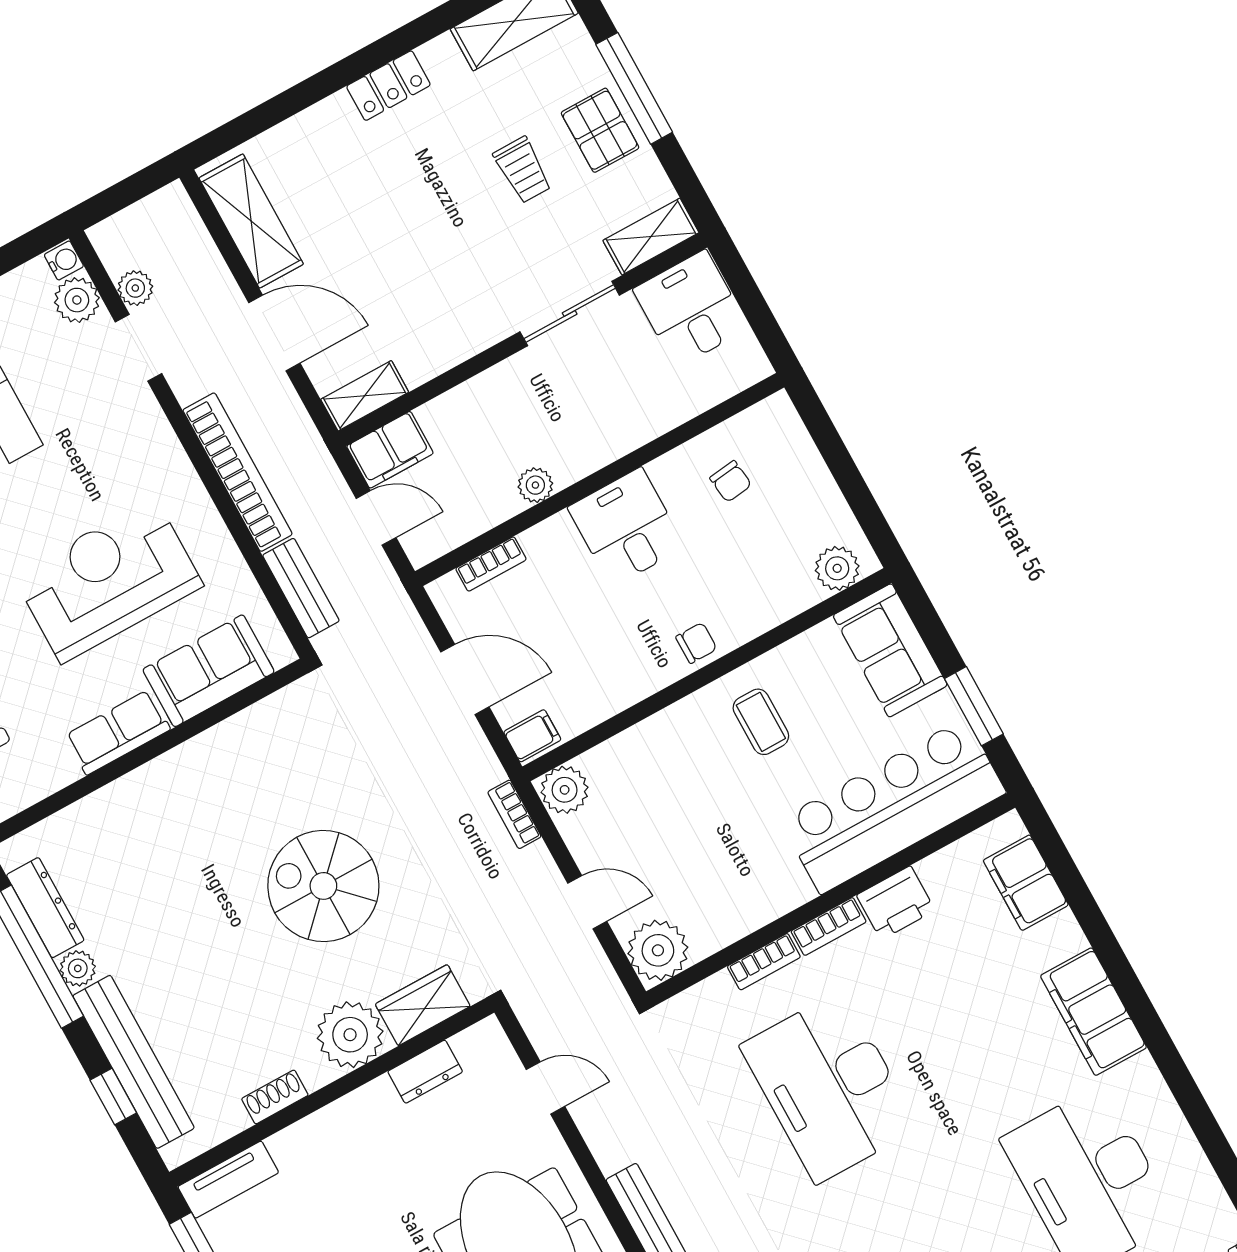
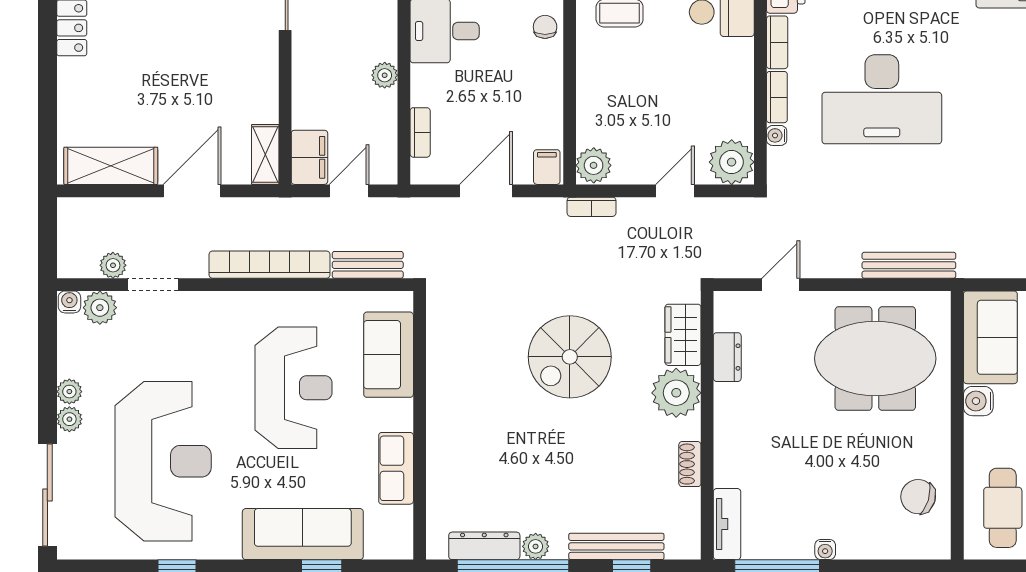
reception desk: (108, 580) -> (294, 388), turned 180
row of seats: (118, 732) -> (396, 468), moved
water cooler: (718, 986) -> (777, 135), added
bench: (134, 1062) -> (616, 546), width x0.73, depth x0.82

